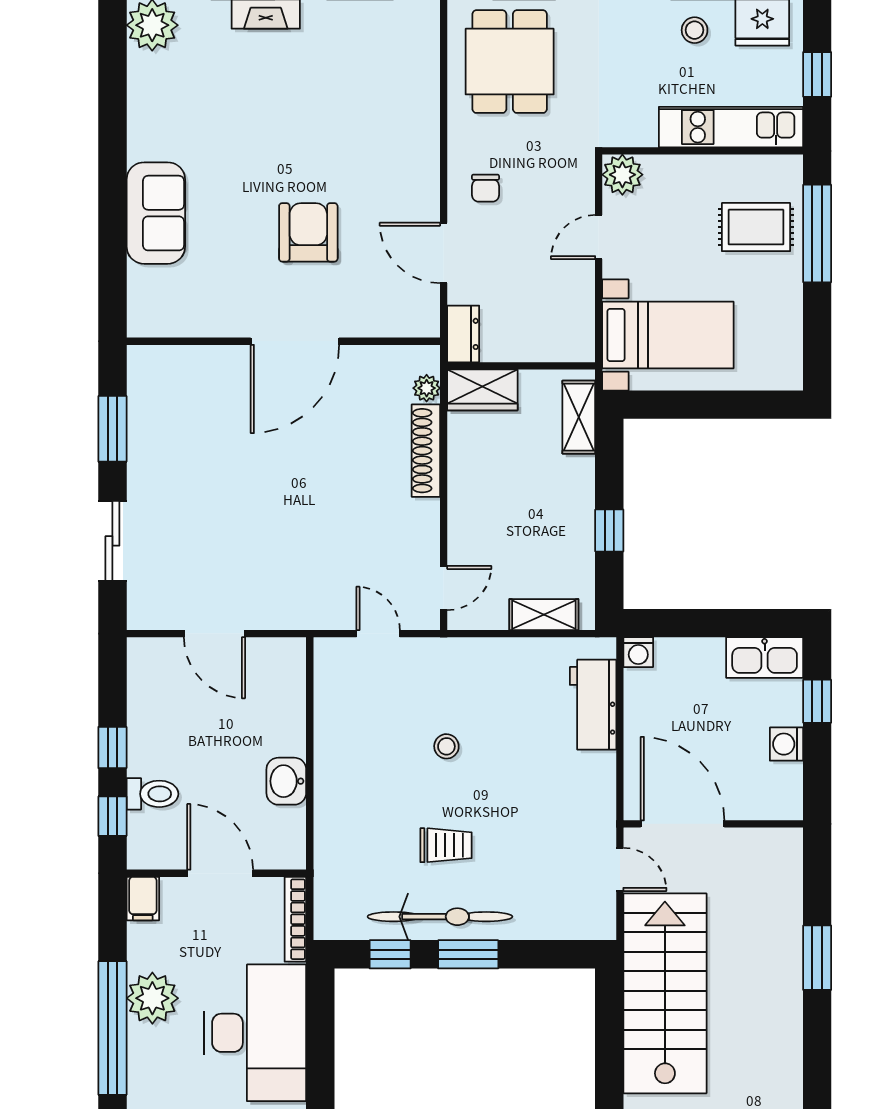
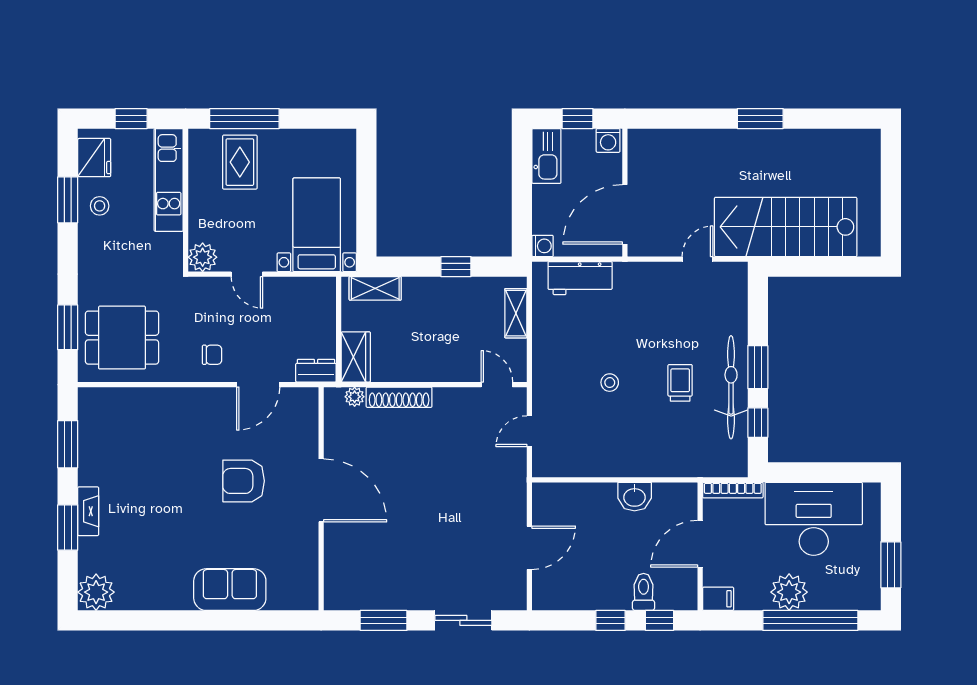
door: (683, 824) -> (625, 214), moved
wall: (713, 824) -> (625, 193), moved

